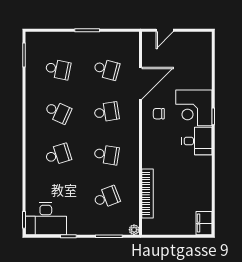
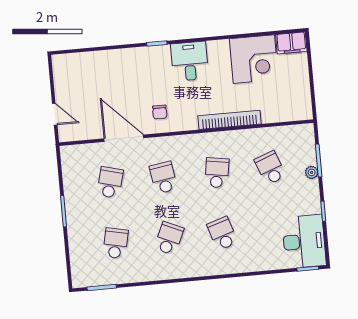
corner desk: (194, 108) -> (254, 59), moved
bookcase: (148, 193) -> (229, 120), moved
plant: (134, 230) -> (312, 172), moved

